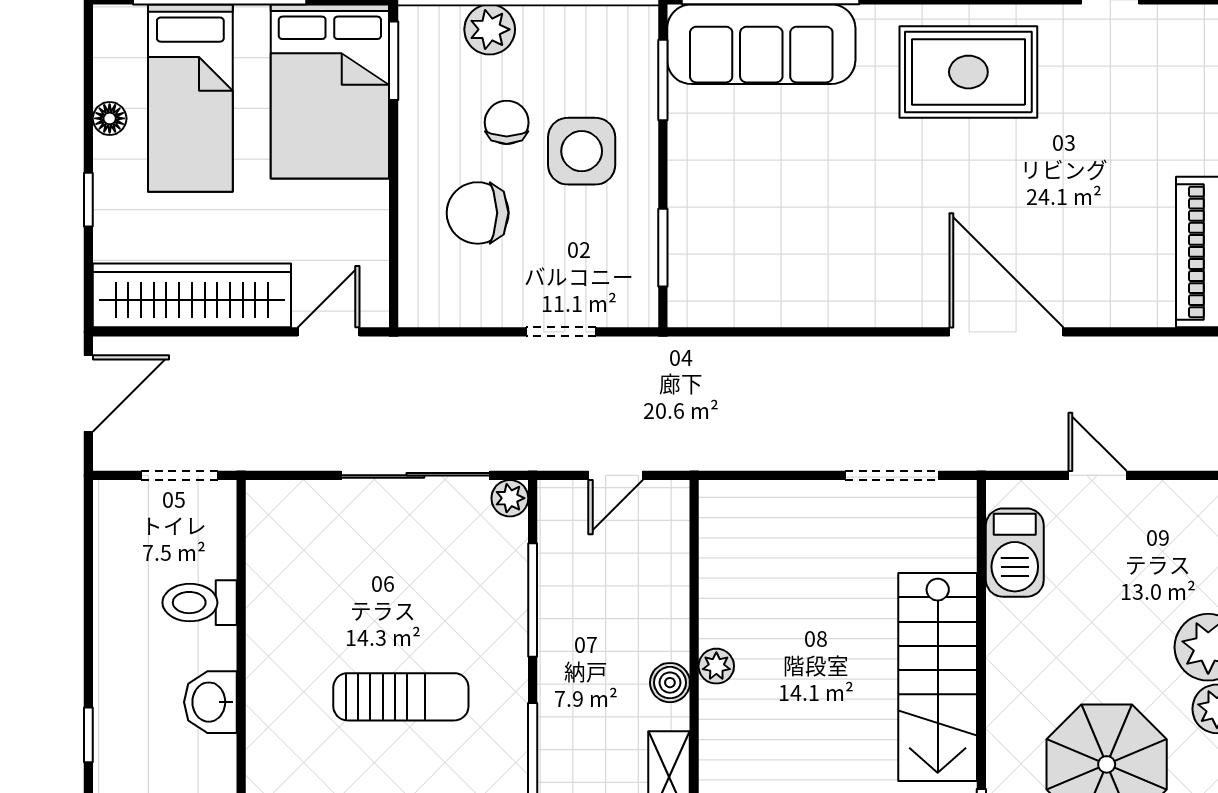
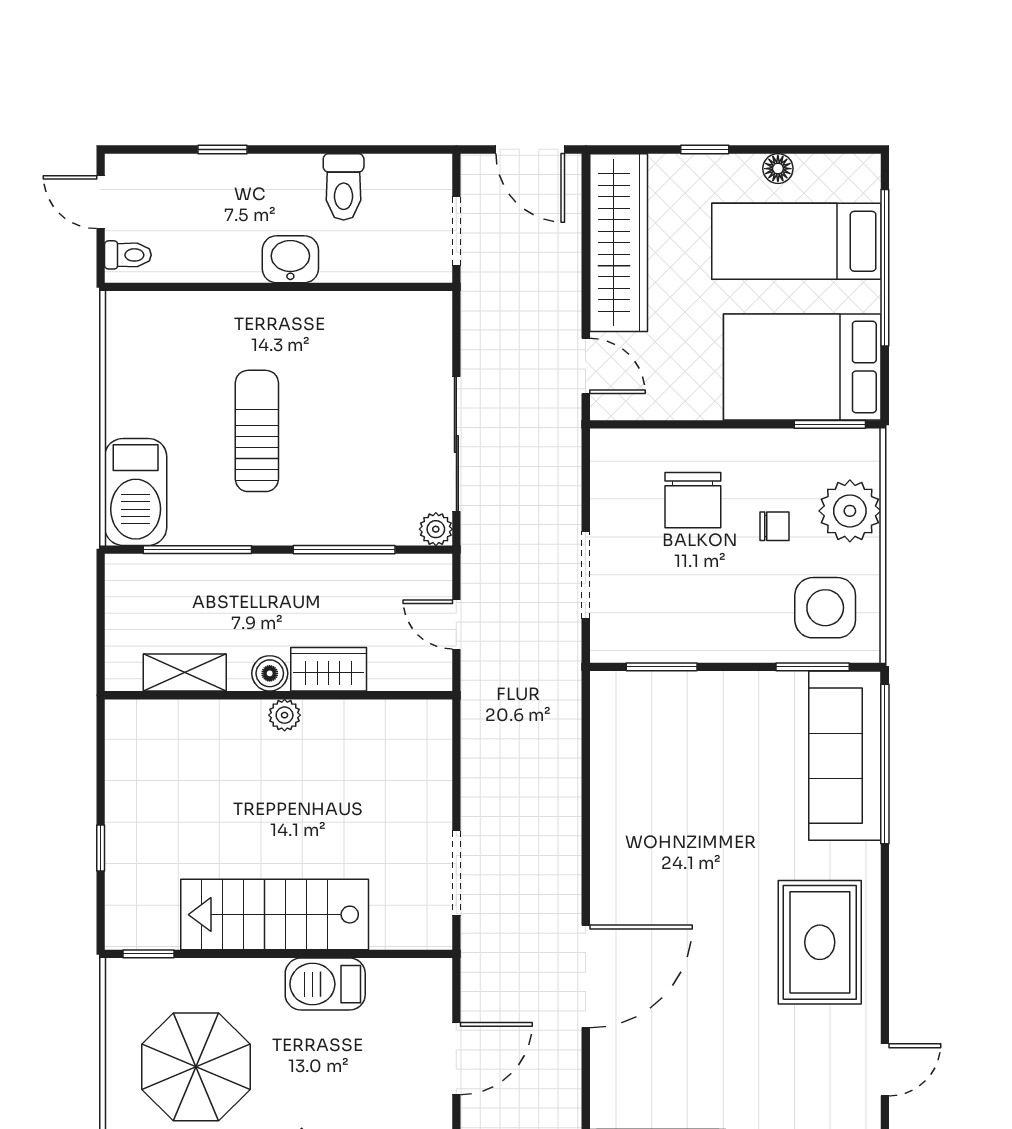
plant: (490, 29) -> (850, 511), width x1.36, depth x1.36
chair: (507, 122) -> (774, 526), width x0.73, depth x0.73
side table: (582, 151) -> (825, 608), moved
chair: (478, 213) -> (693, 500), turned 180
doorway: (561, 332) -> (586, 575), width x1.38
door: (1097, 475) -> (456, 1059), width x1.38
barbecue: (1015, 553) -> (325, 984), moved
toilet: (200, 603) -> (344, 187), moved, turned 180
wardrobe: (665, 617) -> (329, 669), added
sun lounger: (401, 697) -> (257, 431), turned 180
washbasin: (210, 702) -> (290, 259), moved

